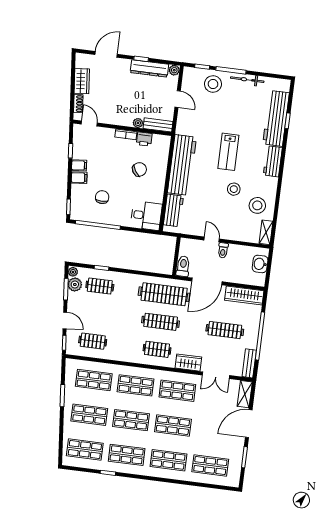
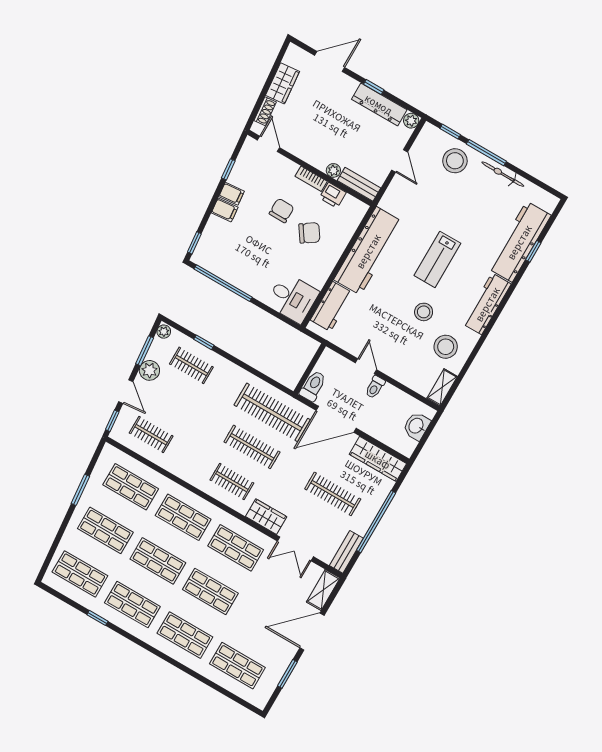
workbench: (273, 161) -> (487, 304), width x1.38
chair: (102, 197) -> (282, 211), moved
plant: (75, 284) -> (149, 370), moved

